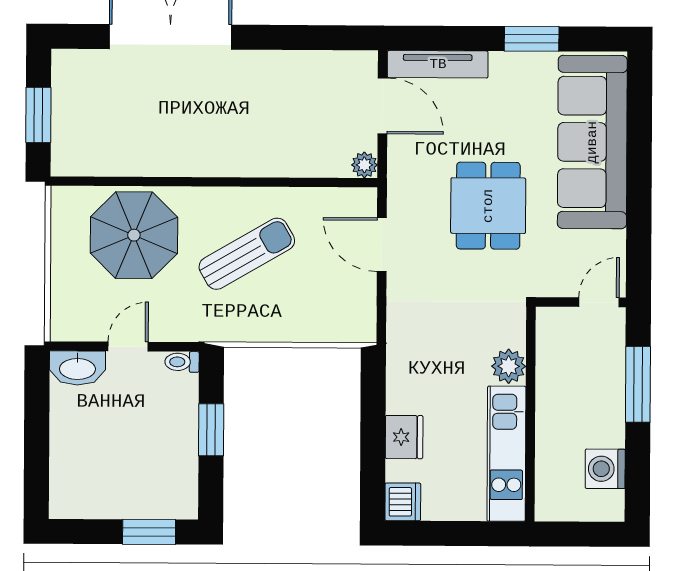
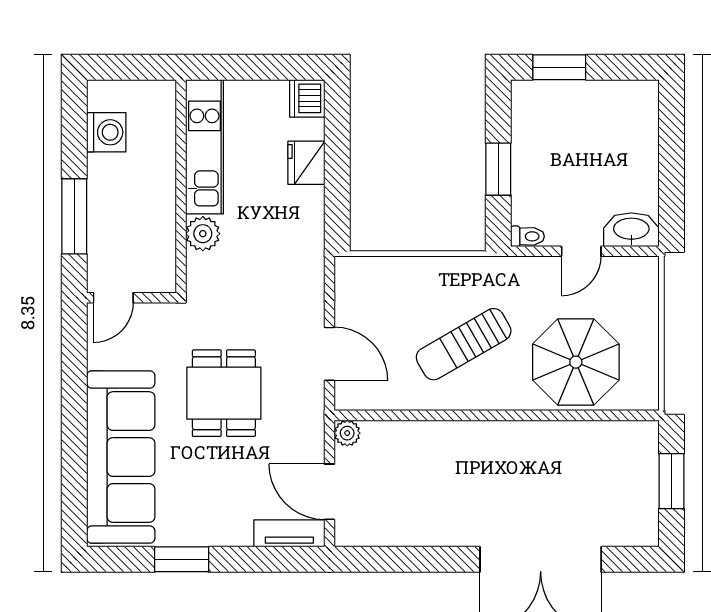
tv unit: (438, 64) -> (289, 533), width x0.71

